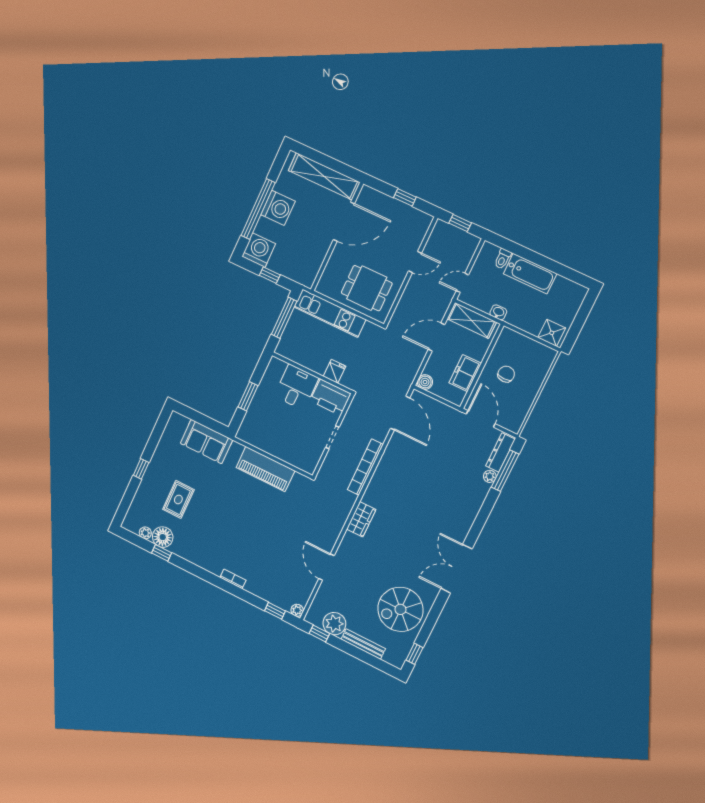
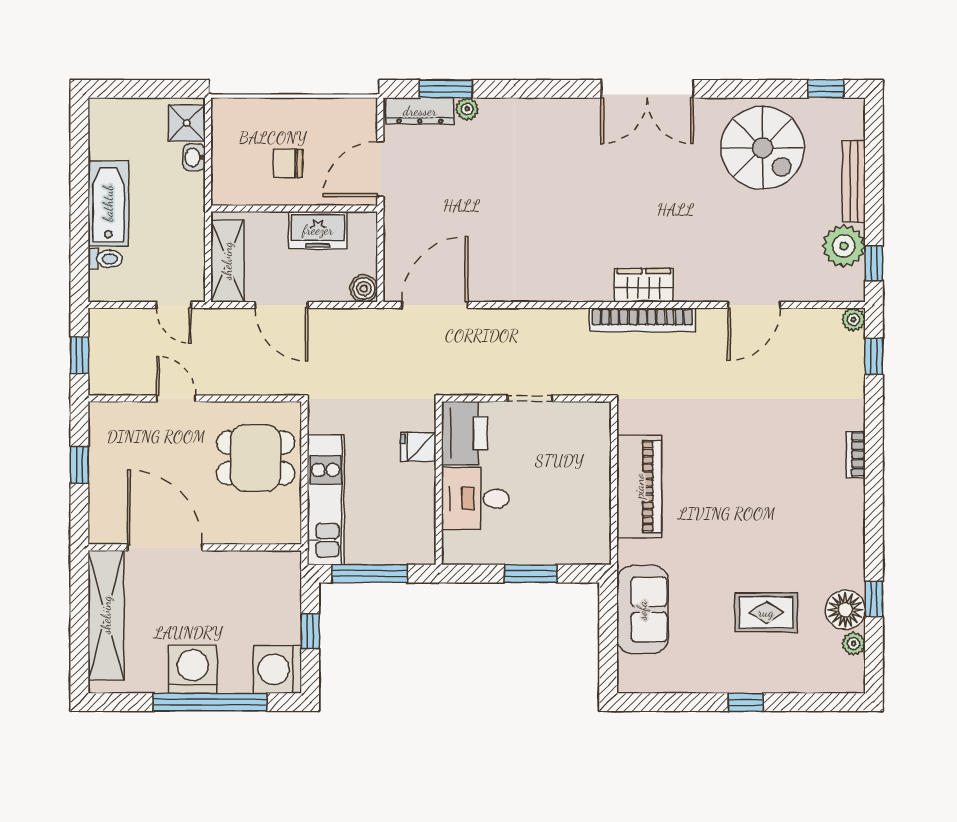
dining table: (367, 288) -> (256, 458), turned 90
washbasin: (498, 312) -> (194, 157), moved
bookcase: (365, 467) -> (642, 320), moved
window: (505, 471) -> (446, 89), width x0.69

